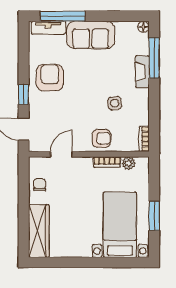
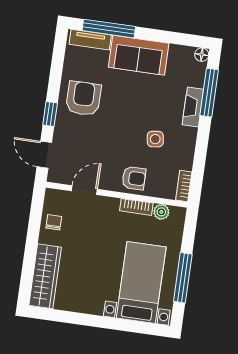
window: (154, 216) -> (183, 278), width x1.44

